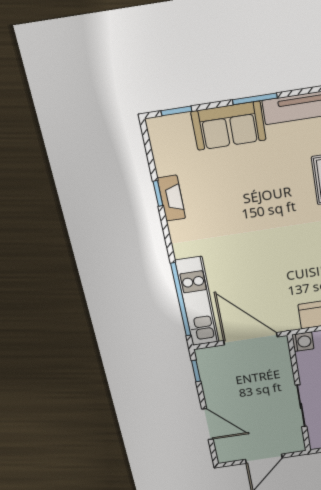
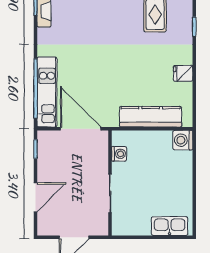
washing machine: (303, 342) -> (119, 154), moved
door: (207, 424) -> (36, 197), hinge flipped

